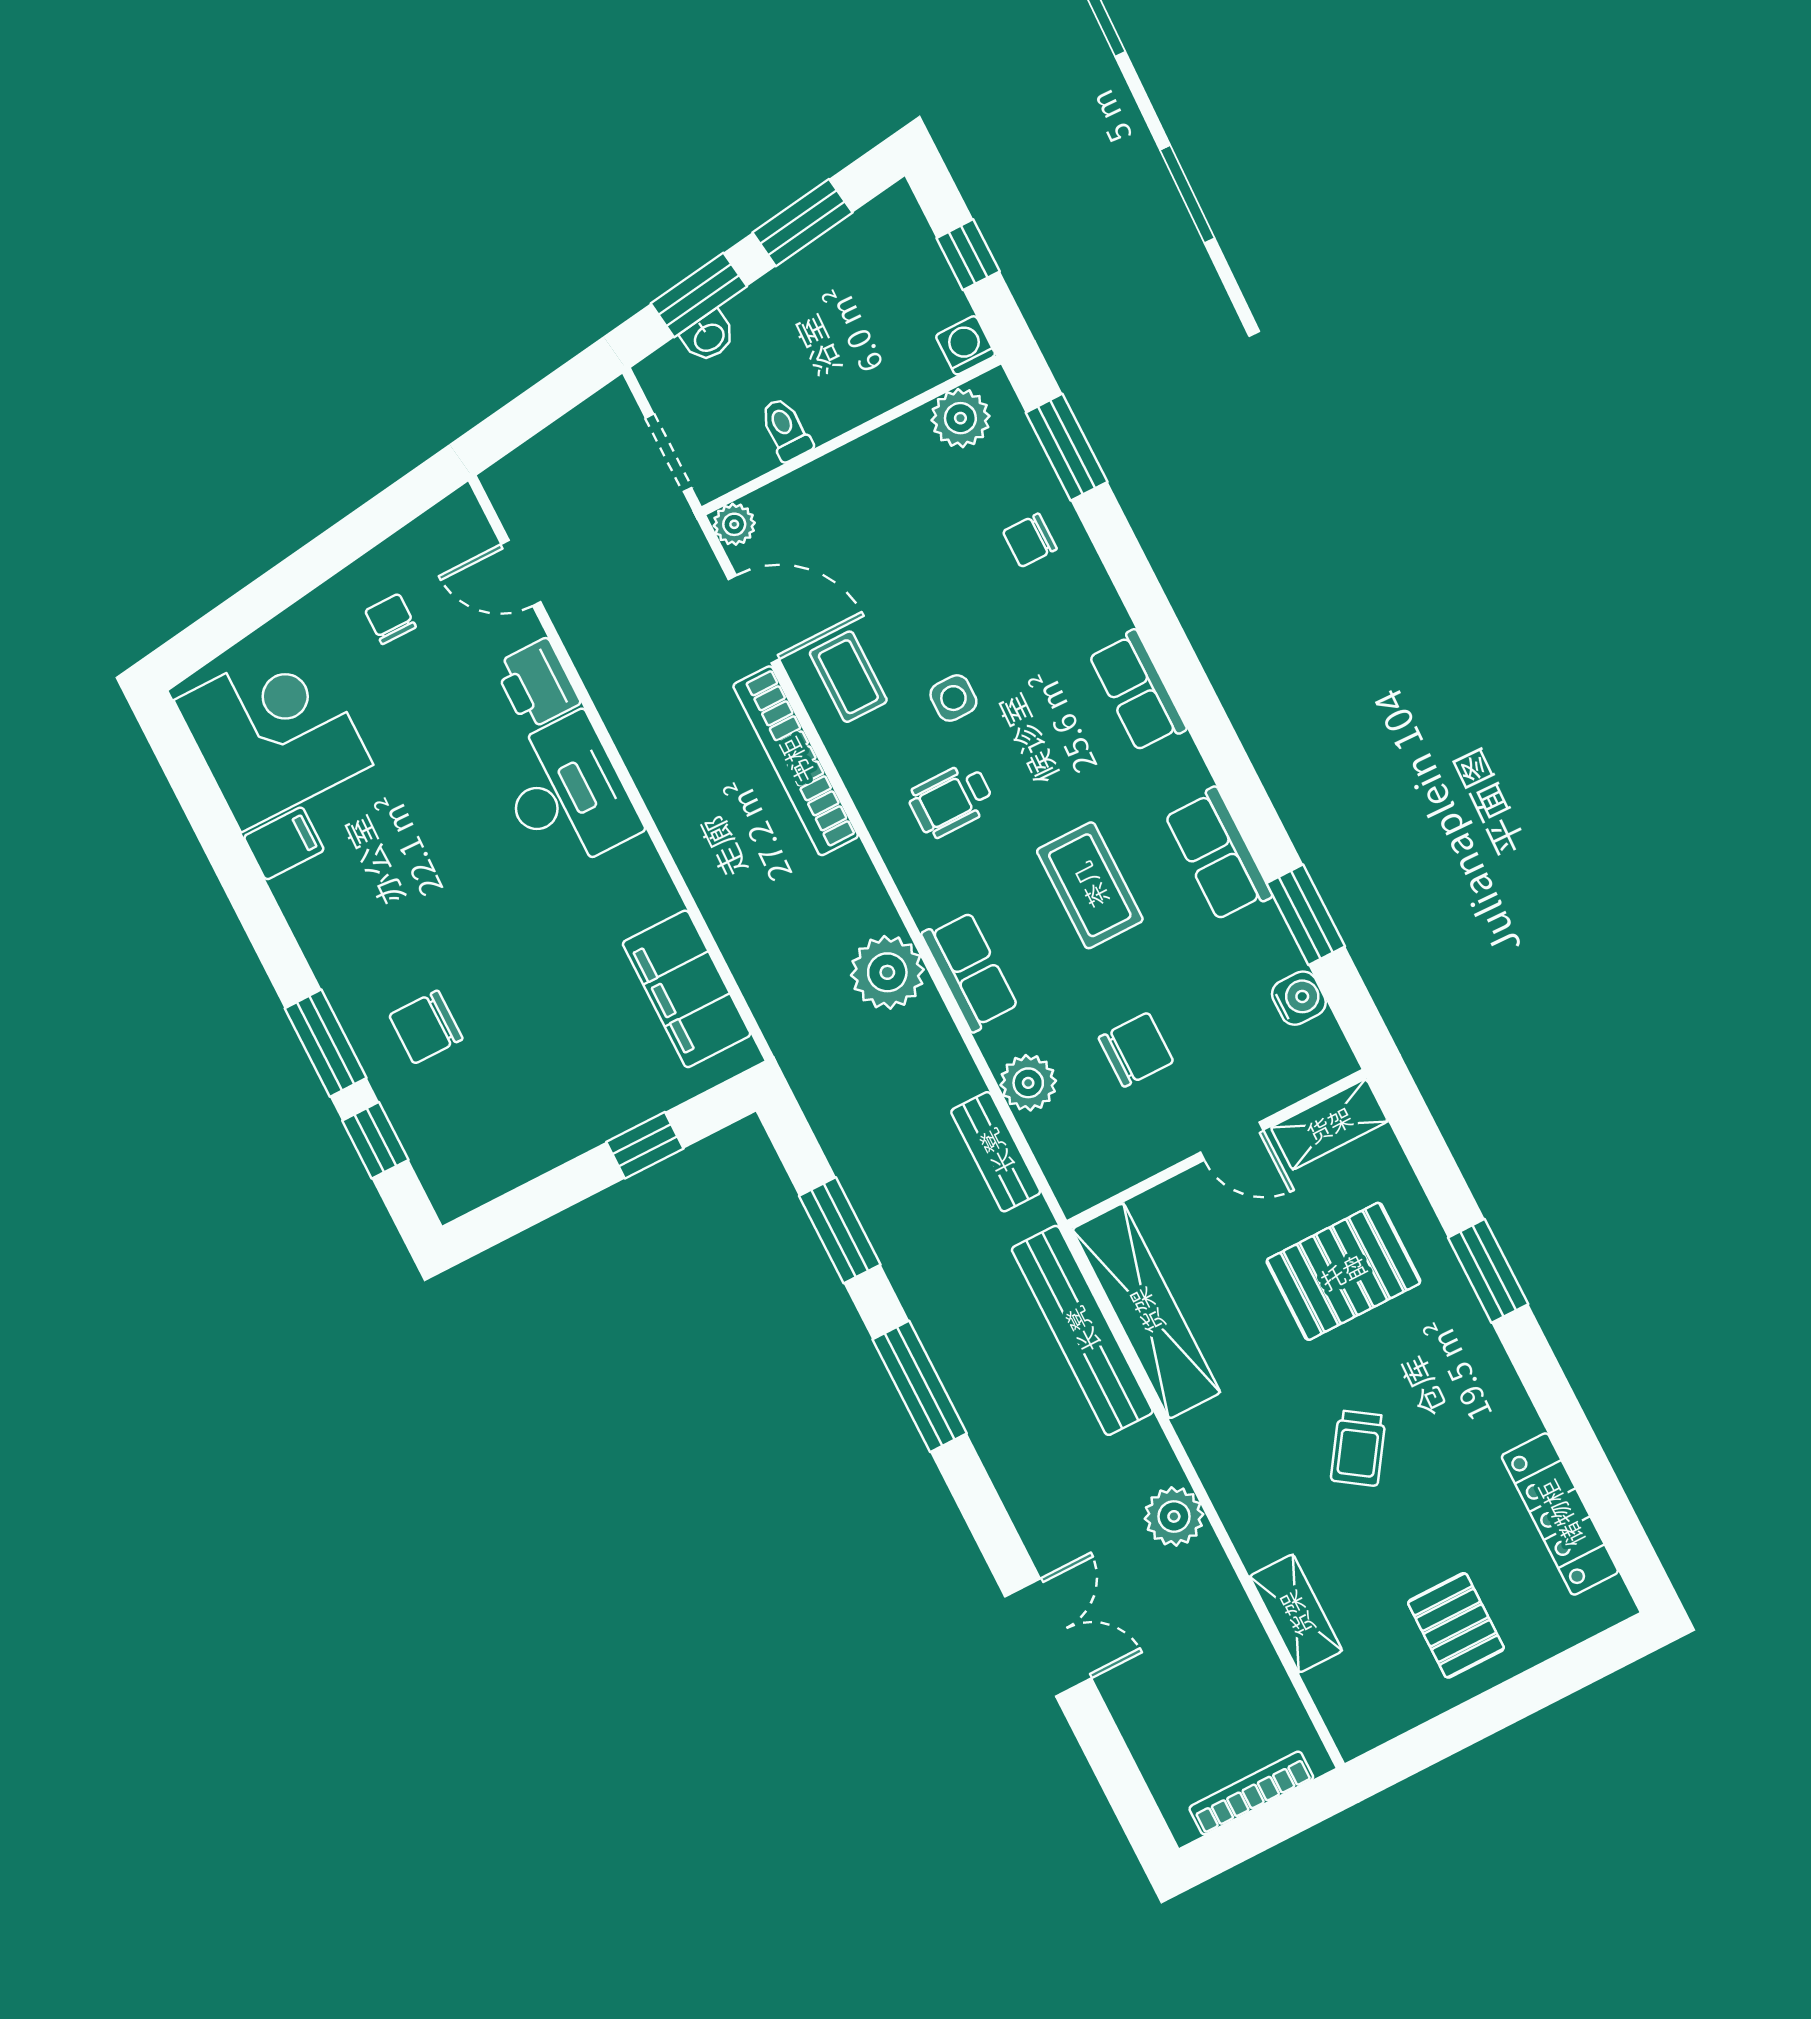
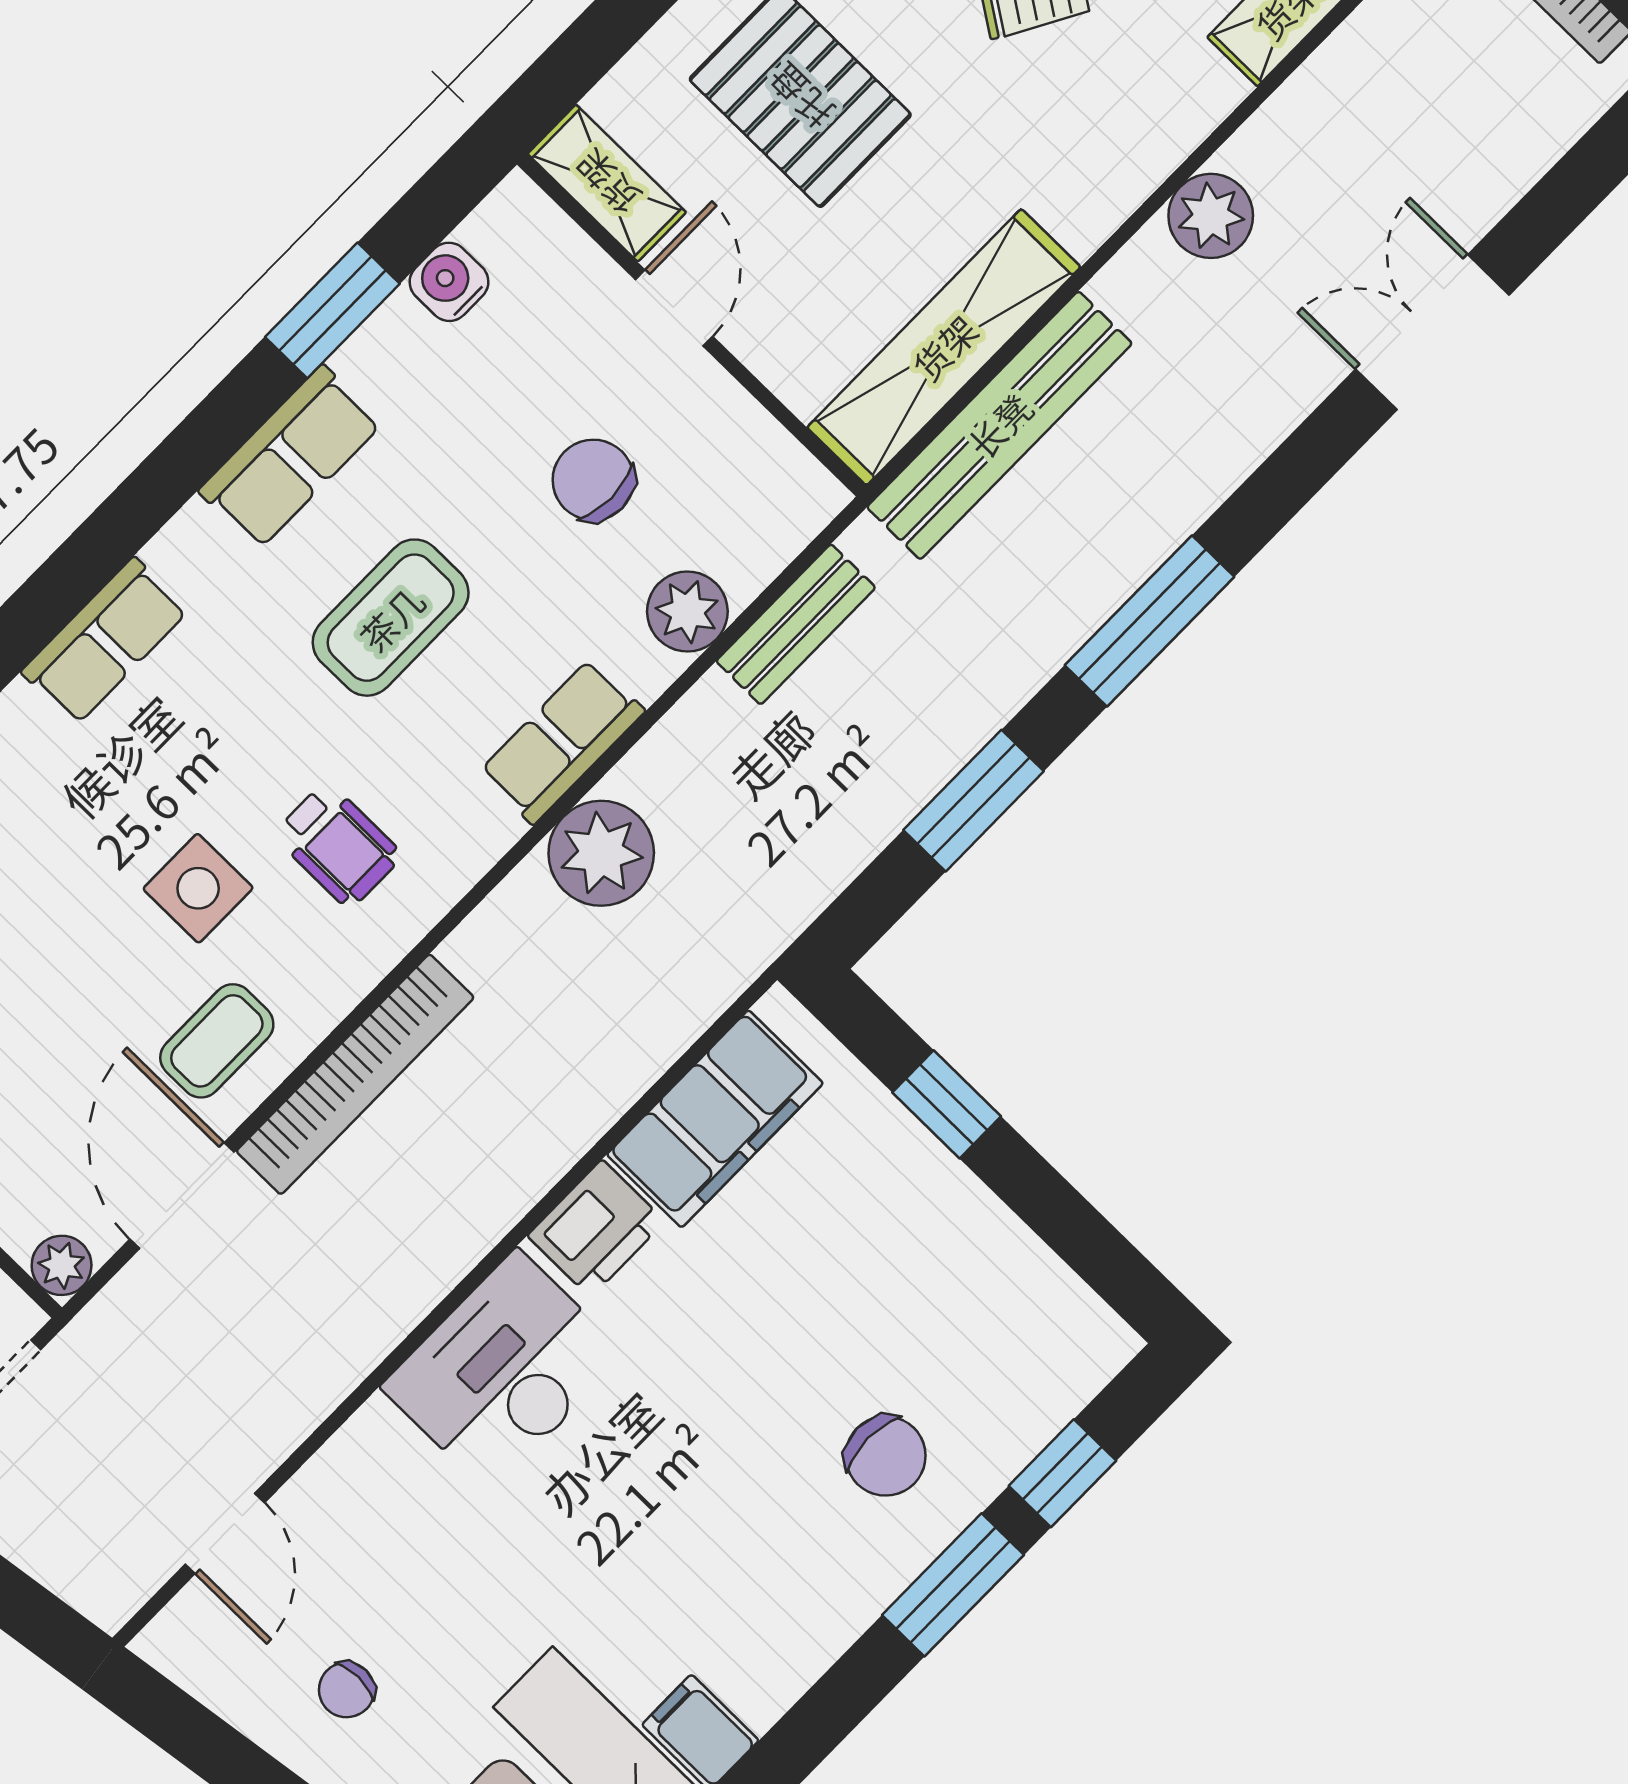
printer: (537, 684) -> (596, 1228), moved
side table: (953, 698) -> (198, 888), width x1.37, depth x1.37

